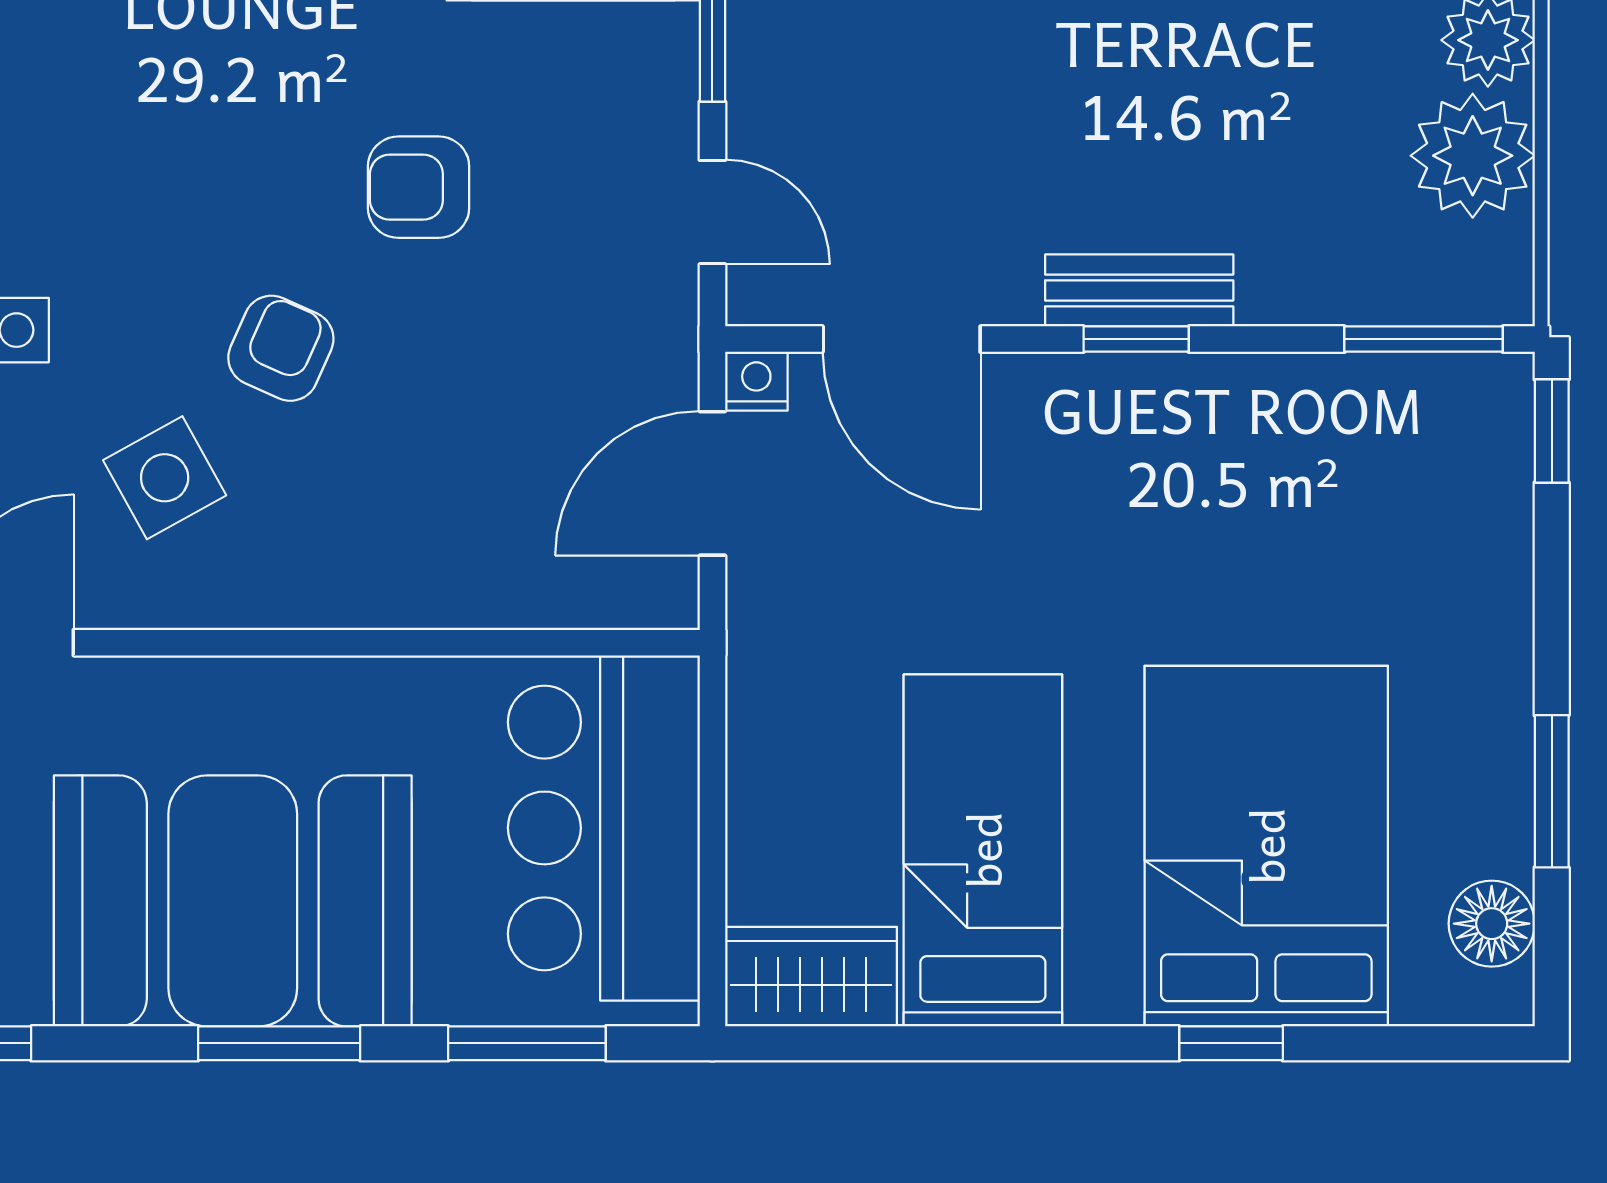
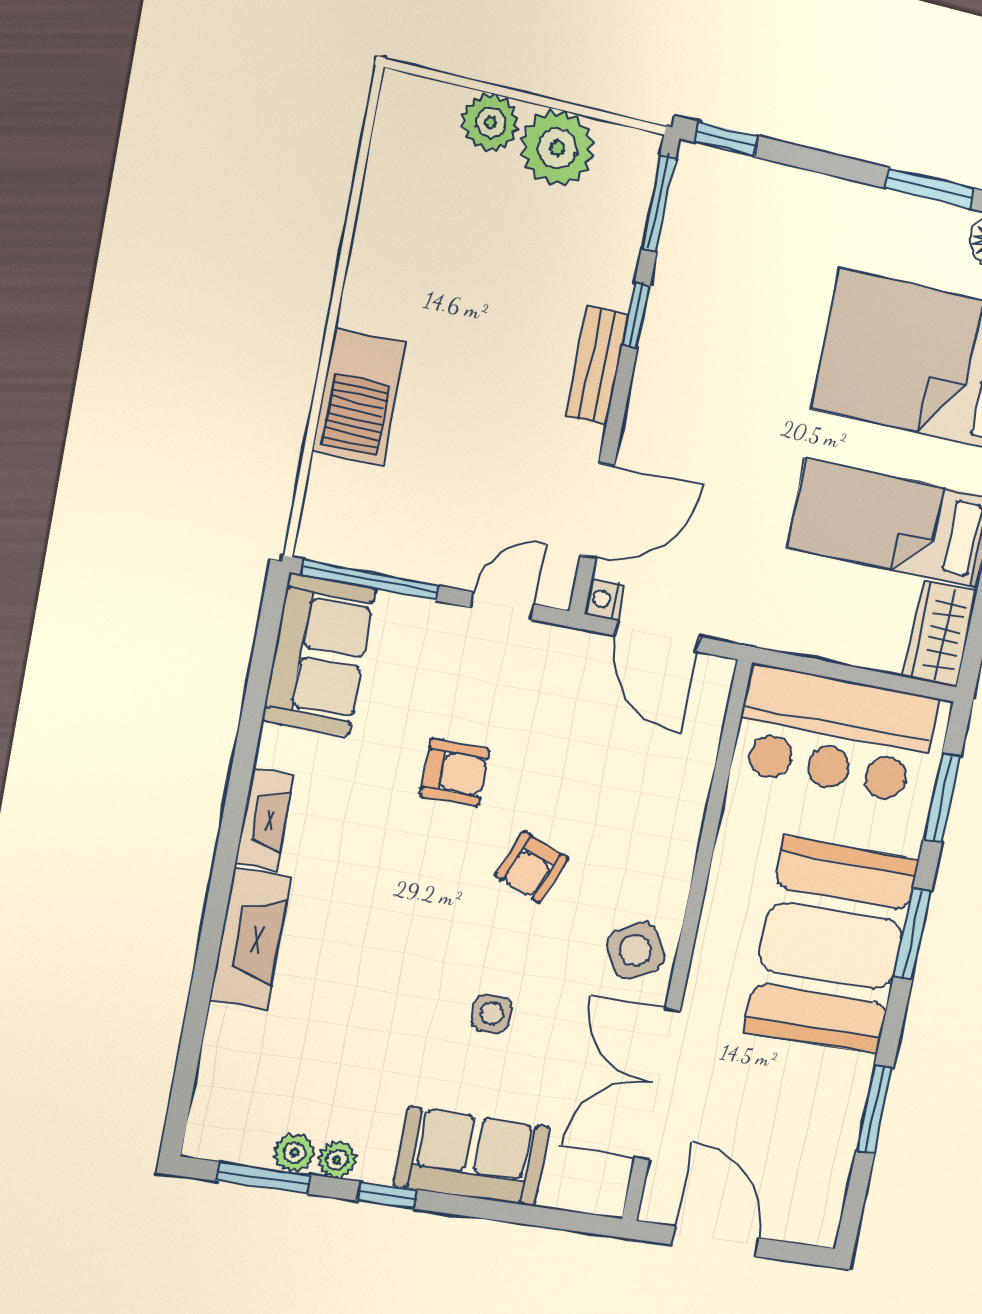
armchair: (419, 187) -> (455, 773), turned -90
window: (1136, 339) -> (636, 315), moved
armchair: (281, 348) -> (532, 867), turned -92
side table: (165, 478) -> (635, 951), moved

